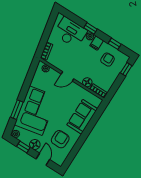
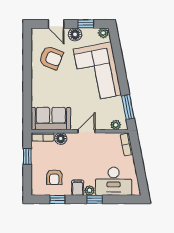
window: (126, 69) -> (27, 157), moved
window: (17, 110) -> (128, 107), moved
sofa: (82, 117) -> (51, 119), moved, turned -90
armchair: (60, 139) -> (51, 58), turned -68

